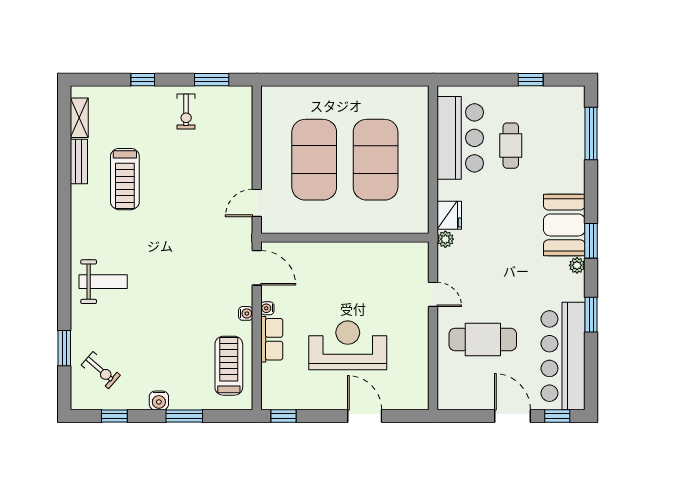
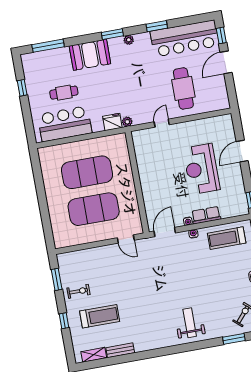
treadmill: (125, 179) -> (100, 316), moved
booth: (564, 225) -> (90, 55), moved

